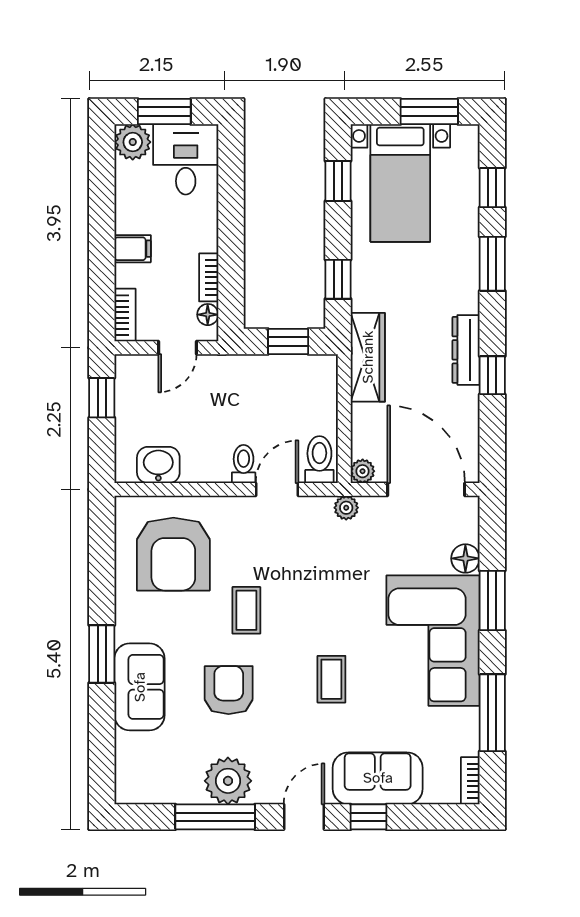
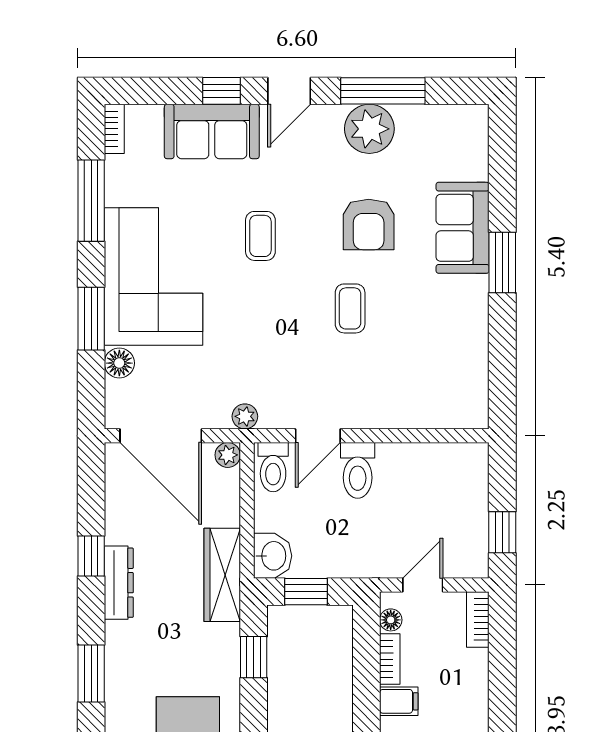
filing cabinet: (133, 249) -> (399, 701), moved, turned 180
toilet: (244, 464) -> (358, 470), width x1.37, depth x1.39
washbasin: (158, 465) -> (273, 556), moved, turned -90
armchair: (173, 554) -> (427, 368), removed

